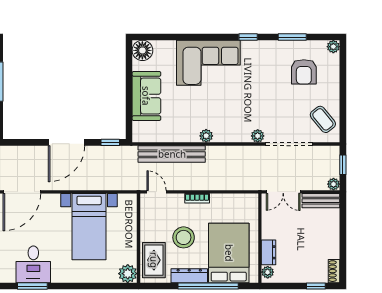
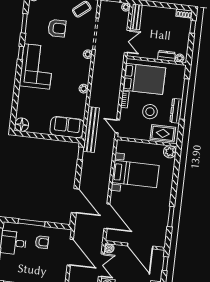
corner sofa: (208, 63) -> (37, 66), moved
armchair: (304, 72) -> (57, 28), moved
sofa: (146, 96) -> (67, 127), moved
door: (66, 142) -> (75, 201), moved
bench: (172, 154) -> (91, 130), moved
door: (157, 192) -> (117, 126), hinge flipped
bed: (229, 253) -> (144, 79), moved, turned 180
desk: (33, 264) -> (156, 214), removed

